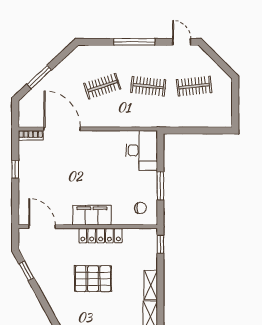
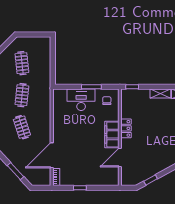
desk: (142, 150) -> (81, 100), moved
door: (42, 227) -> (120, 158), moved
locker: (101, 236) -> (126, 128), width x0.66
pallet: (93, 279) -> (156, 134), removed

